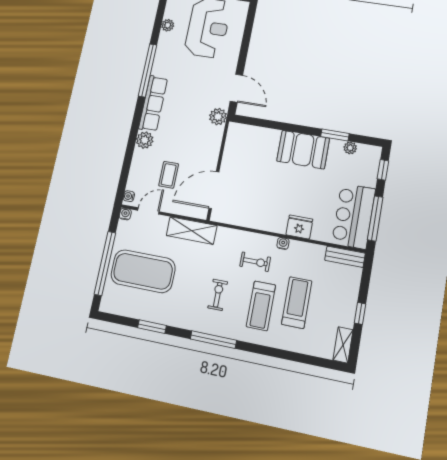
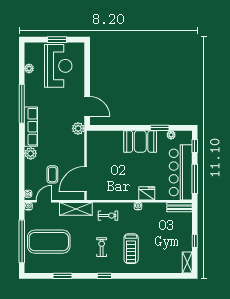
bar counter: (354, 216) -> (181, 172), width x1.36
exercise bike: (255, 262) -> (108, 216), moved
treadmill: (297, 303) -> (154, 242), removed
window: (213, 340) -> (104, 276), width x0.46

